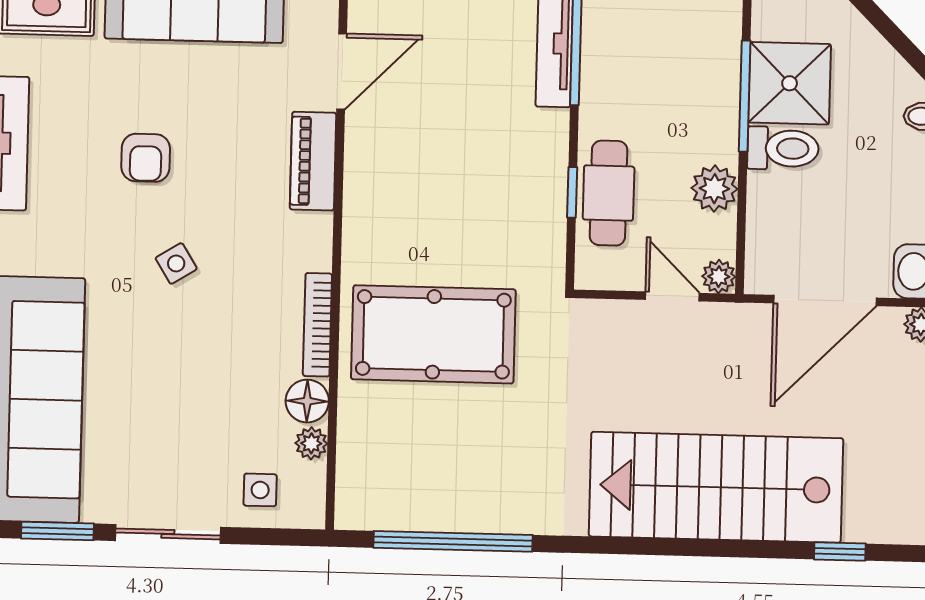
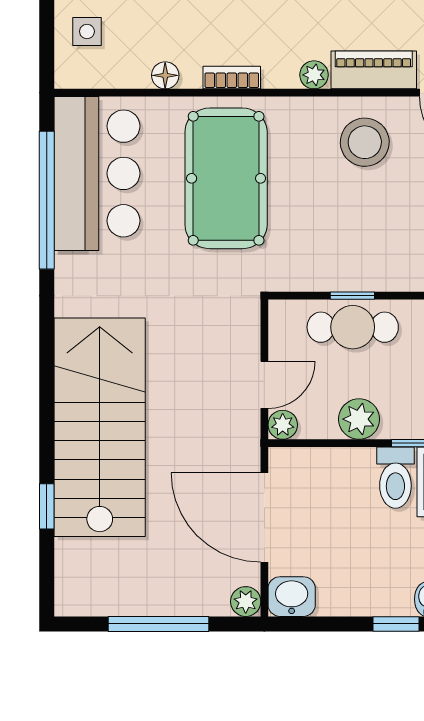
stool: (396, 174) -> (365, 142), added
bookcase: (317, 325) -> (232, 78), width x0.64
floor lamp: (307, 401) -> (165, 75), width x0.73, depth x0.73
plant: (311, 443) -> (314, 75), moved
bar counter: (424, 483) -> (97, 173), added
window: (840, 552) -> (47, 506), moved

